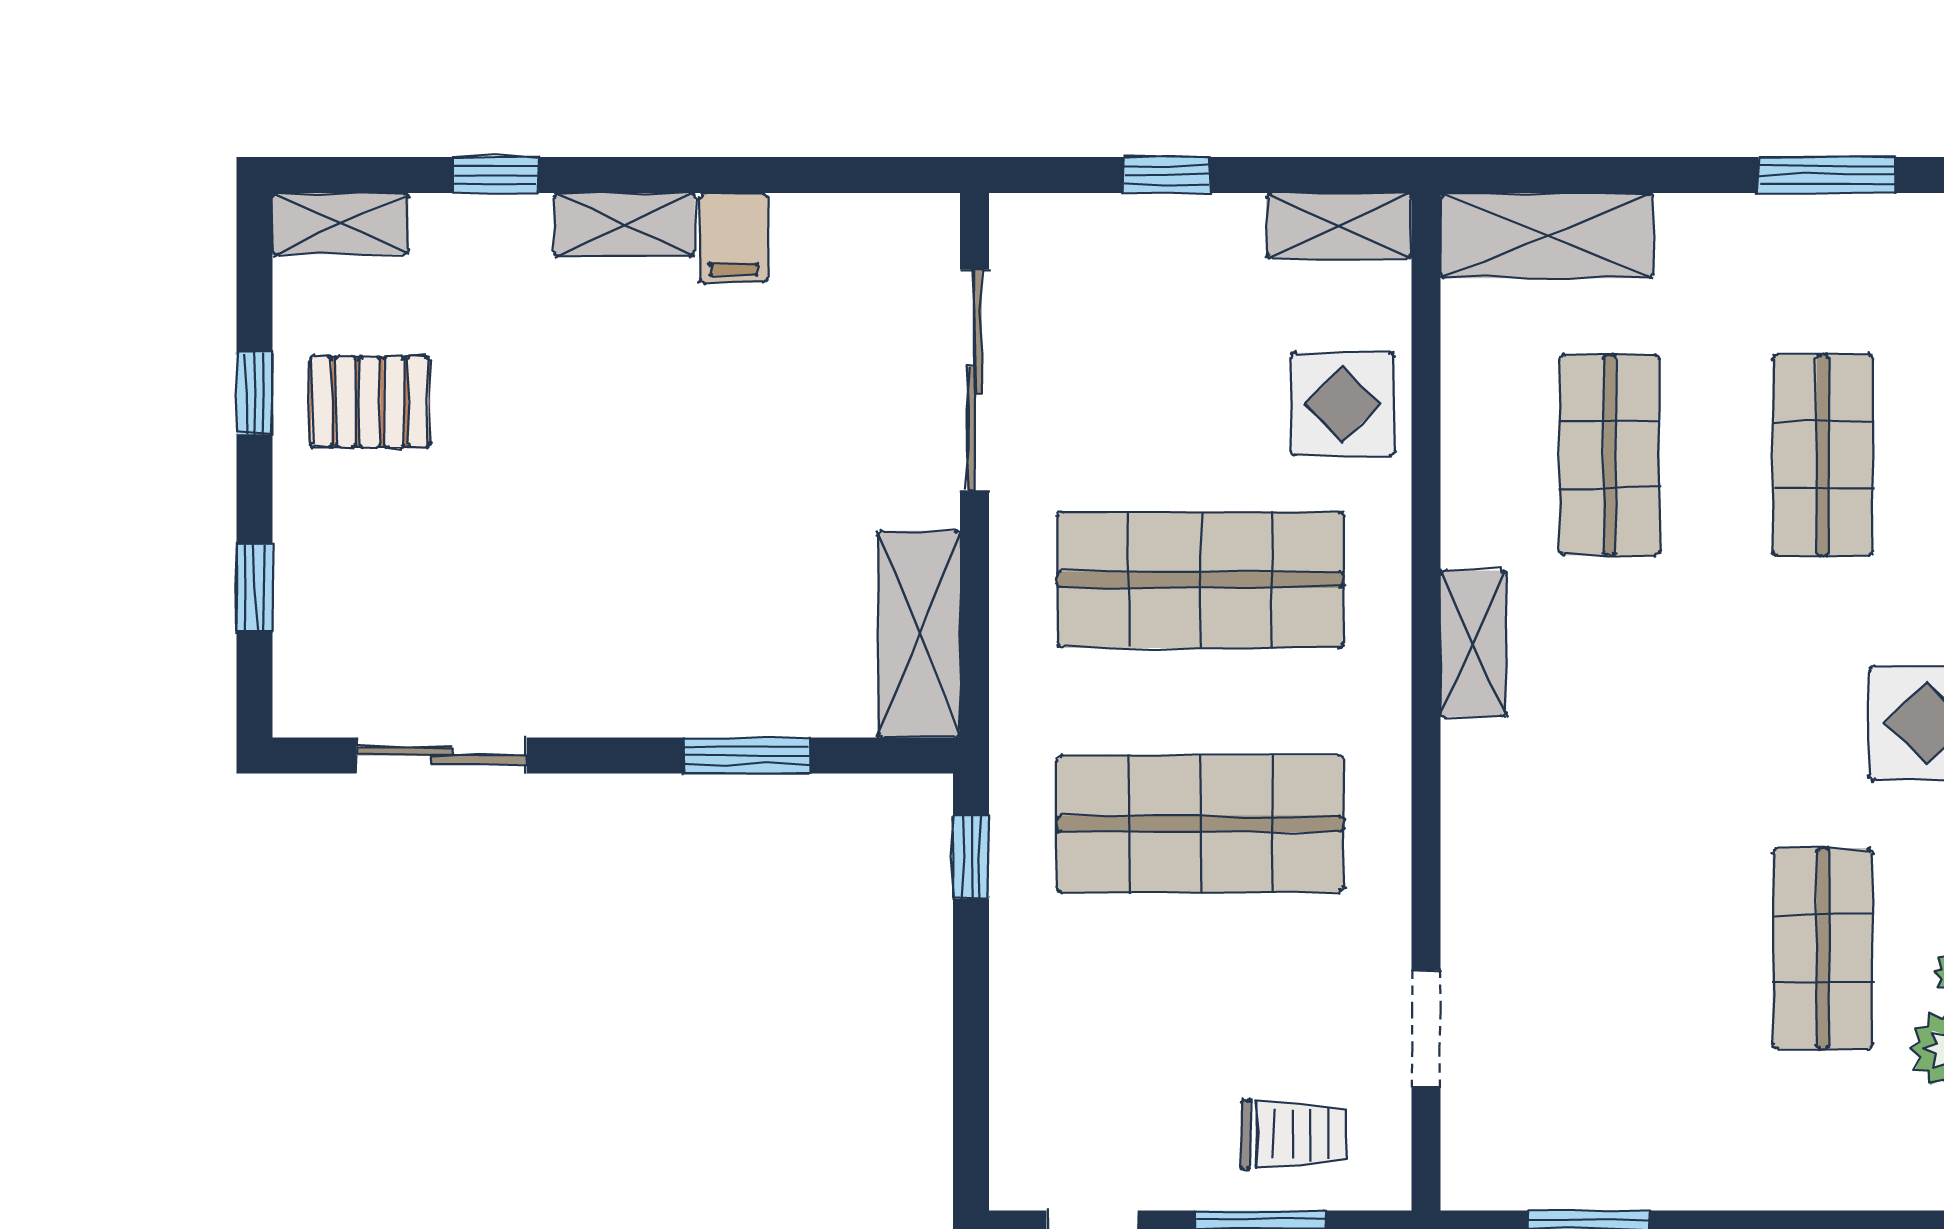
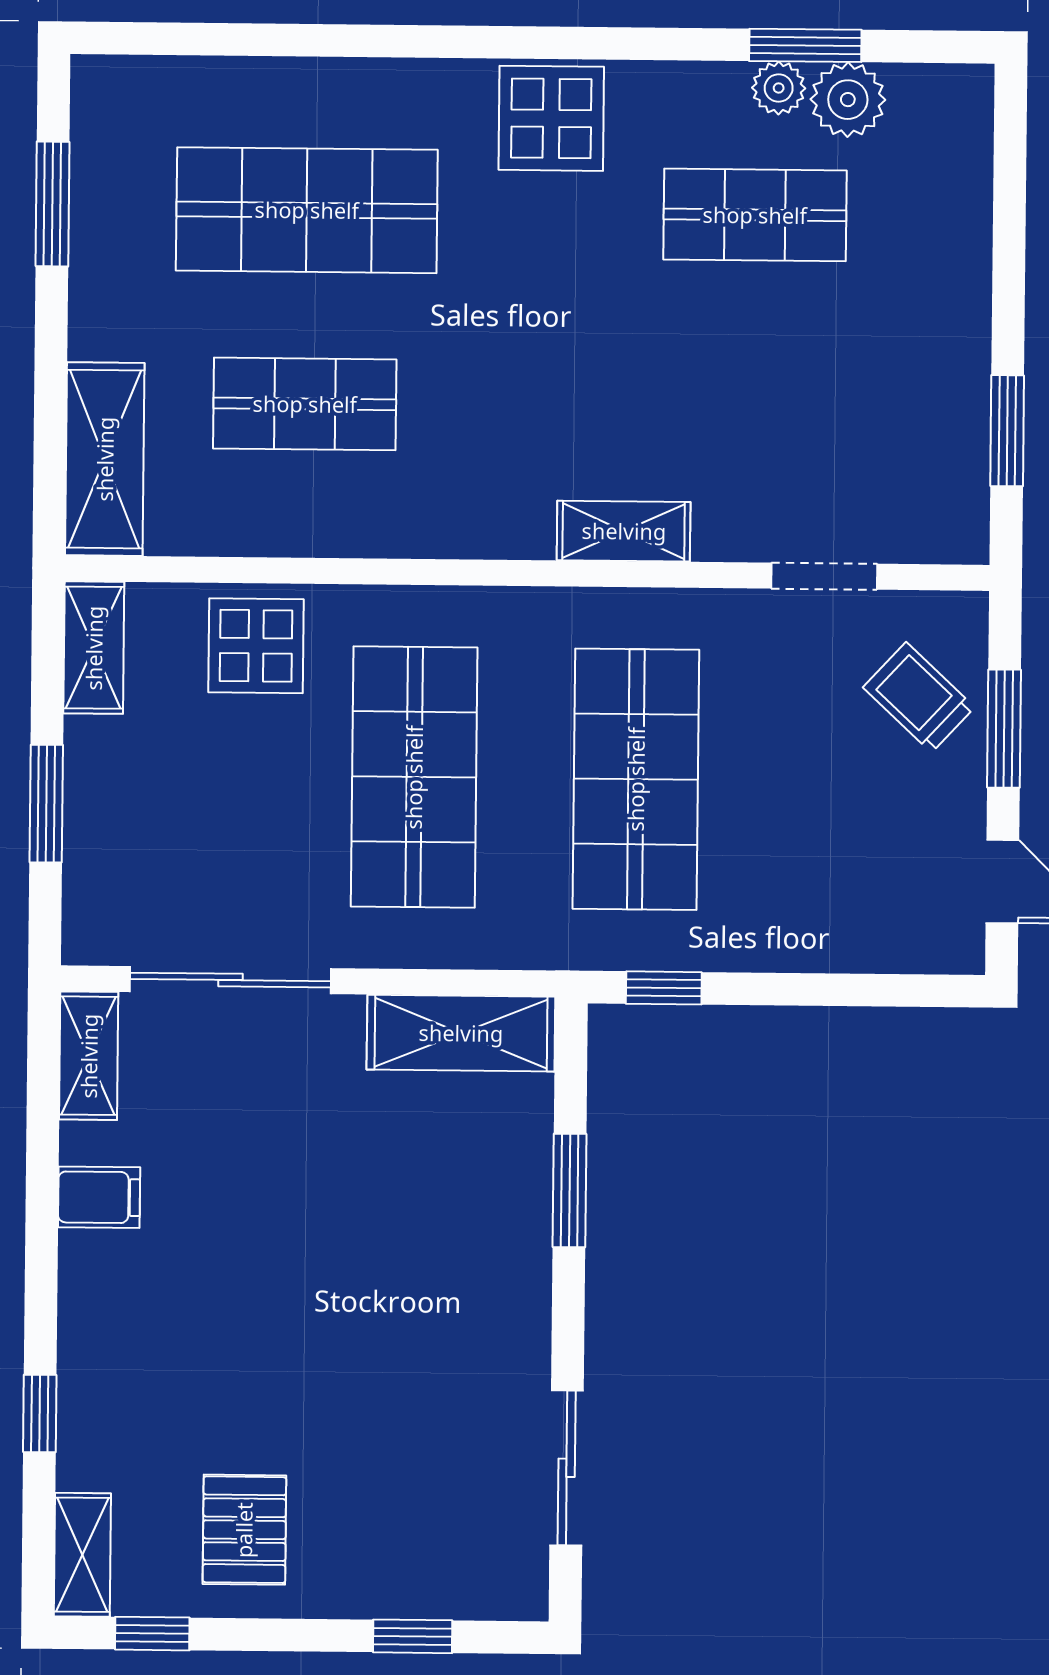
window: (1167, 175) -> (46, 804), width x1.50
shelving: (624, 225) -> (89, 1056), moved
window: (254, 393) -> (152, 1634), moved
shop shelf: (1823, 455) -> (307, 210), width x1.43, depth x1.36
shelving: (1473, 644) -> (624, 531), moved
trolley: (1294, 1134) -> (919, 697), turned -47

